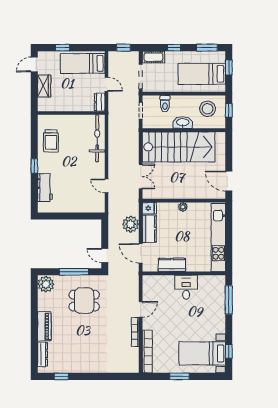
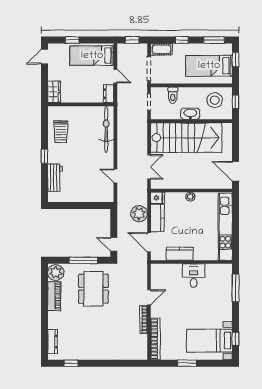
wardrobe: (44, 86) -> (54, 92), moved
dining table: (84, 301) -> (93, 289), width x1.38
piano: (44, 326) -> (54, 296), moved

